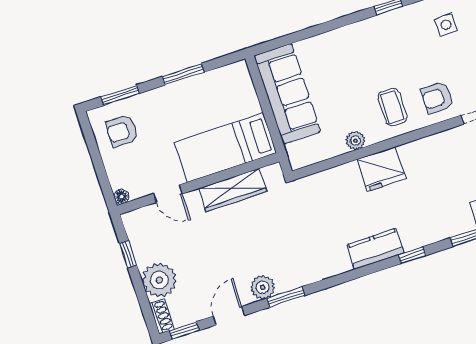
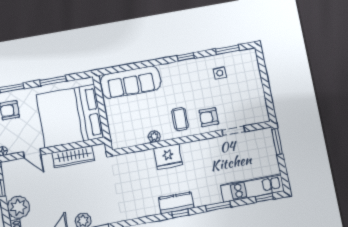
sofa: (287, 94) -> (131, 82), moved, turned 90
bed: (225, 148) -> (70, 116), width x2.04
kitchen counter: (375, 249) -> (176, 203), moved

